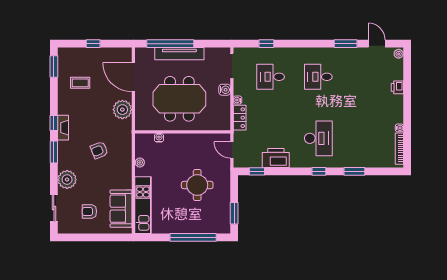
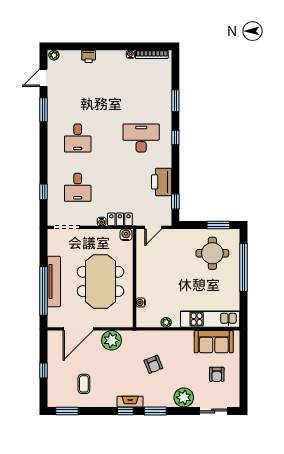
water cooler: (225, 90) -> (126, 235), moved
round table: (197, 185) -> (212, 253), moved

